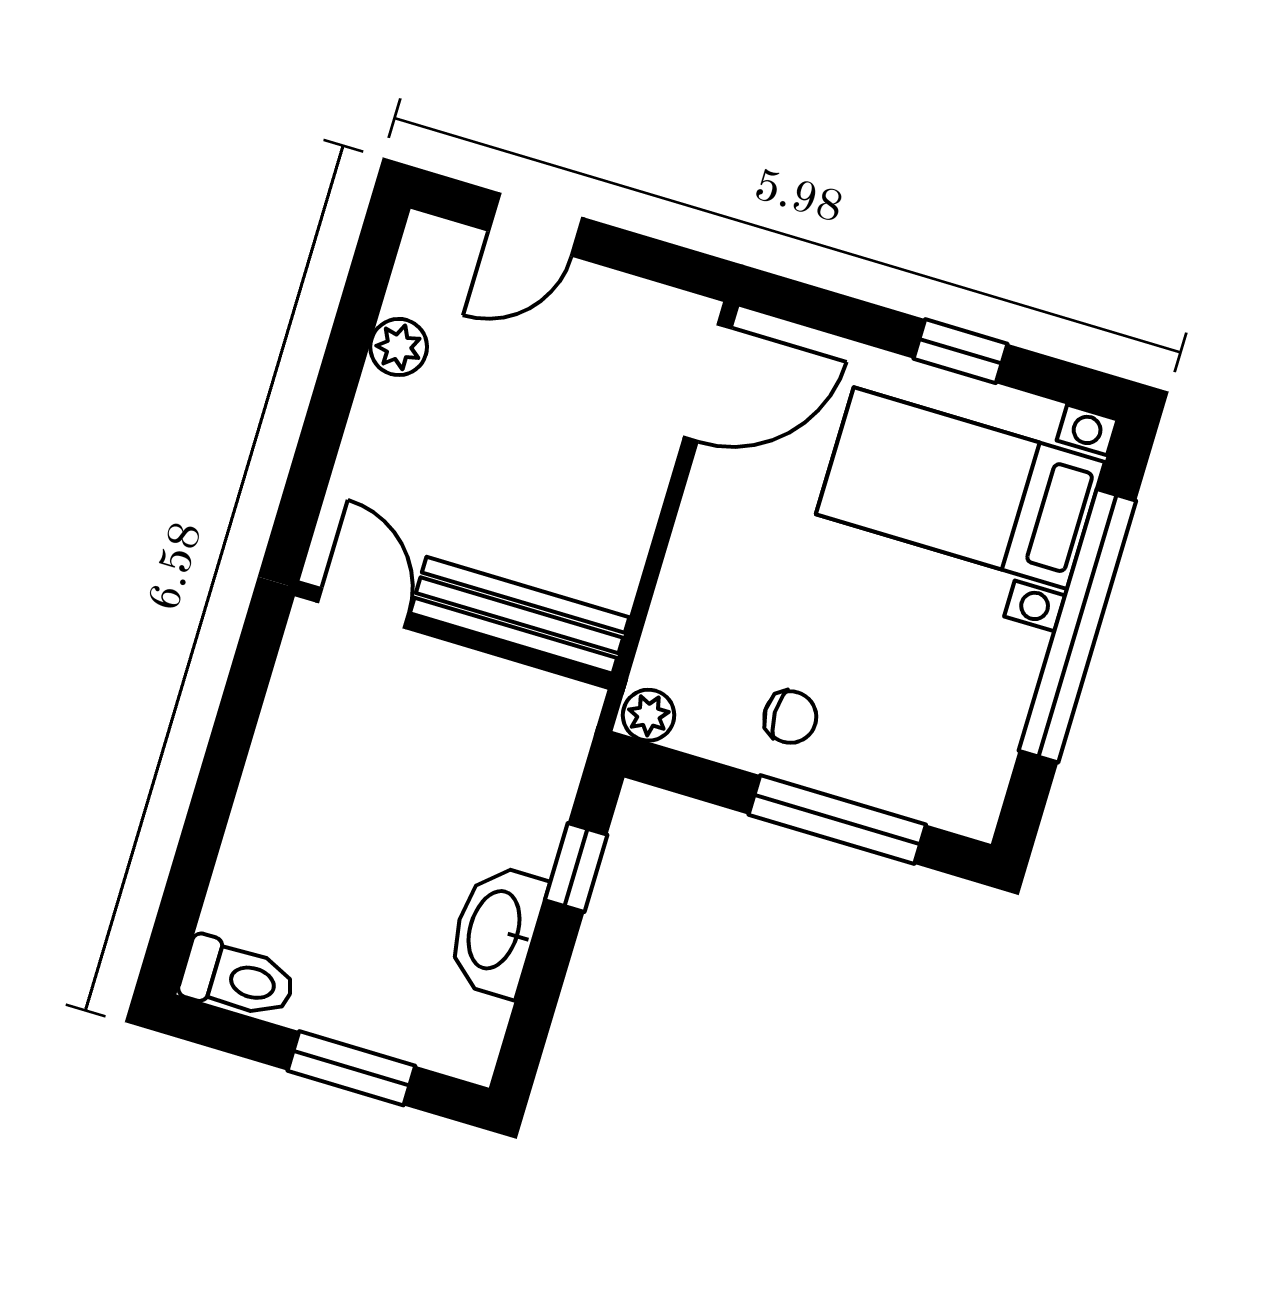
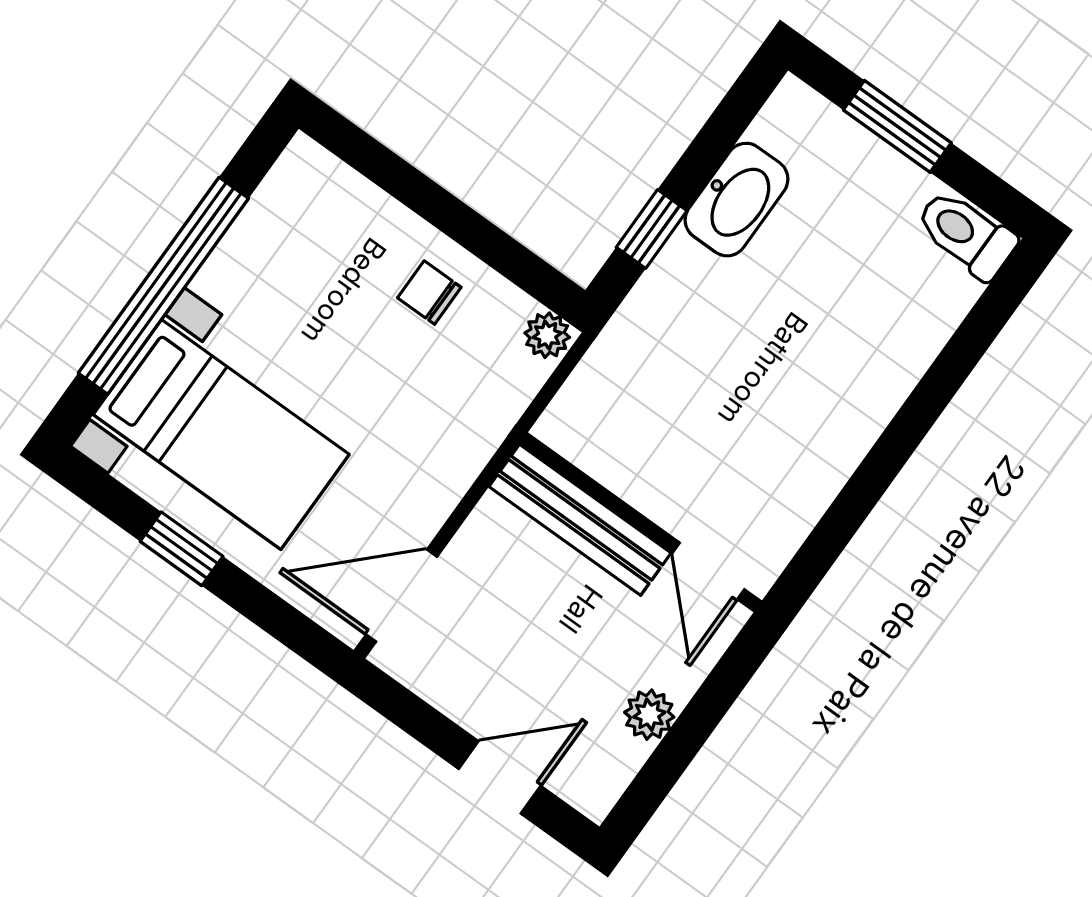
door: (363, 608) -> (709, 571), moved
bench: (520, 615) -> (580, 520), moved
wall: (454, 635) -> (641, 522), moved
window: (837, 820) -> (420, 194), removed

